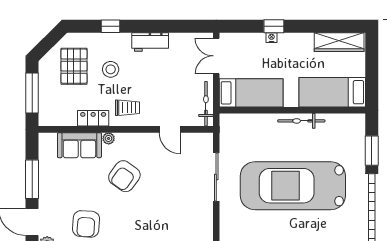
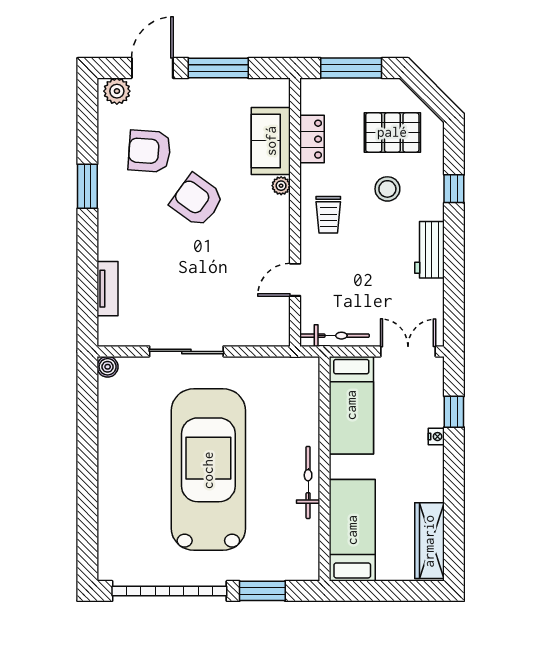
window: (274, 26) -> (454, 412), moved
locker: (93, 118) -> (312, 139), moved
armchair: (124, 176) -> (197, 200), moved
sliding door: (216, 177) -> (186, 351), moved

